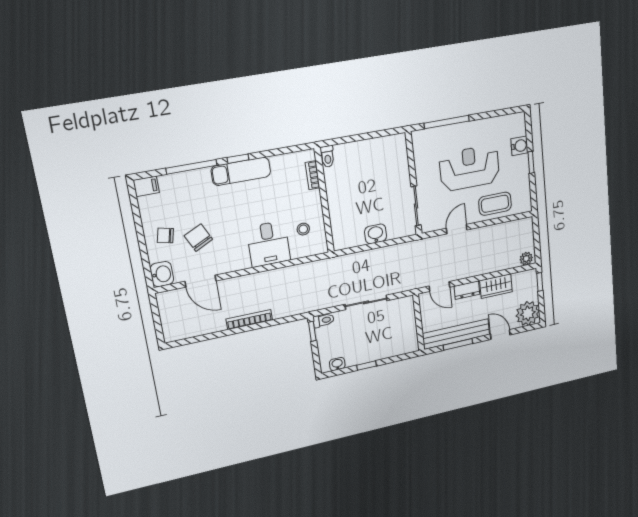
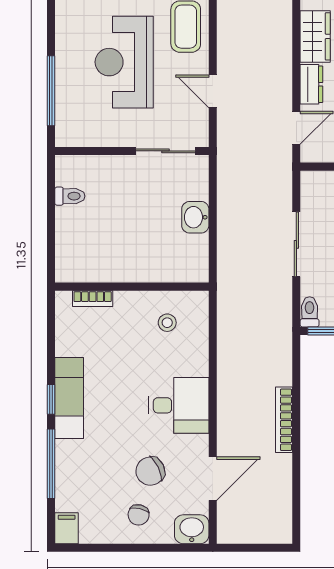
toilet: (327, 156) -> (70, 196), moved
desk: (268, 244) -> (179, 405), moved

